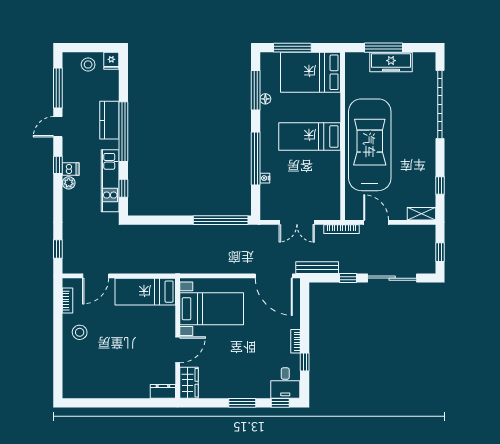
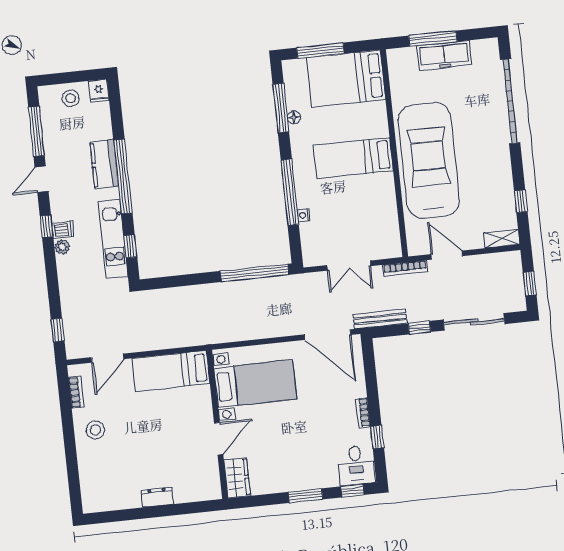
dresser: (163, 391) -> (157, 497), moved

